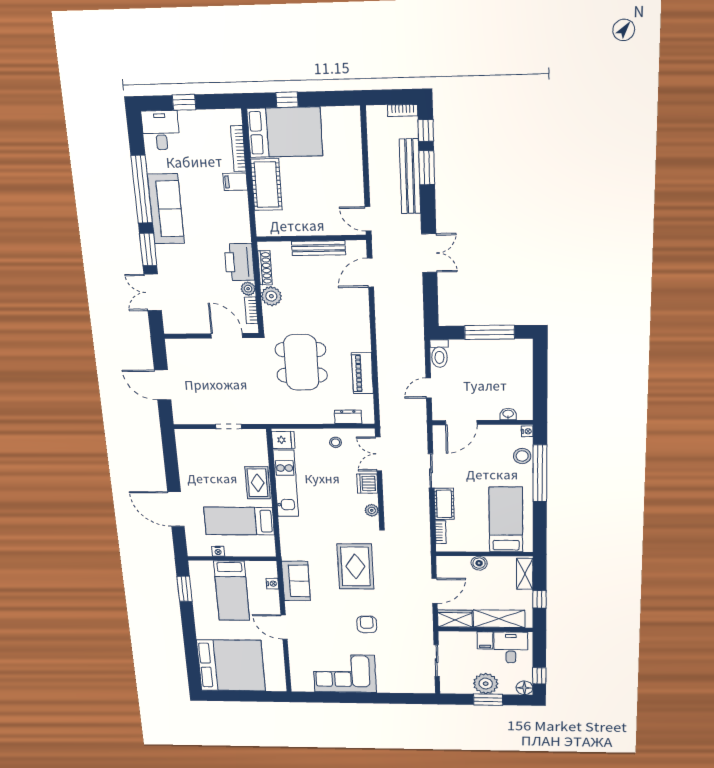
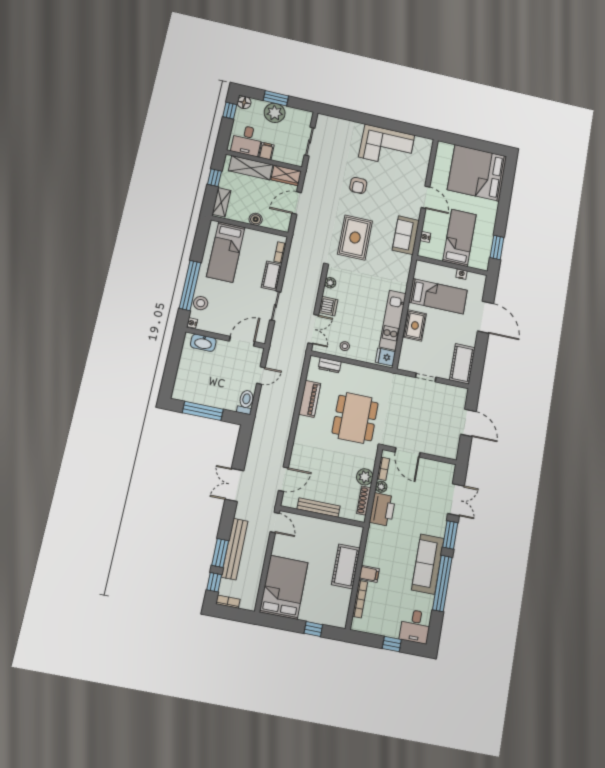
bed: (285, 132) -> (284, 587), moved, turned 90
washbasin: (508, 414) -> (203, 343), width x1.91, depth x1.45
cot: (189, 451) -> (462, 364), added

